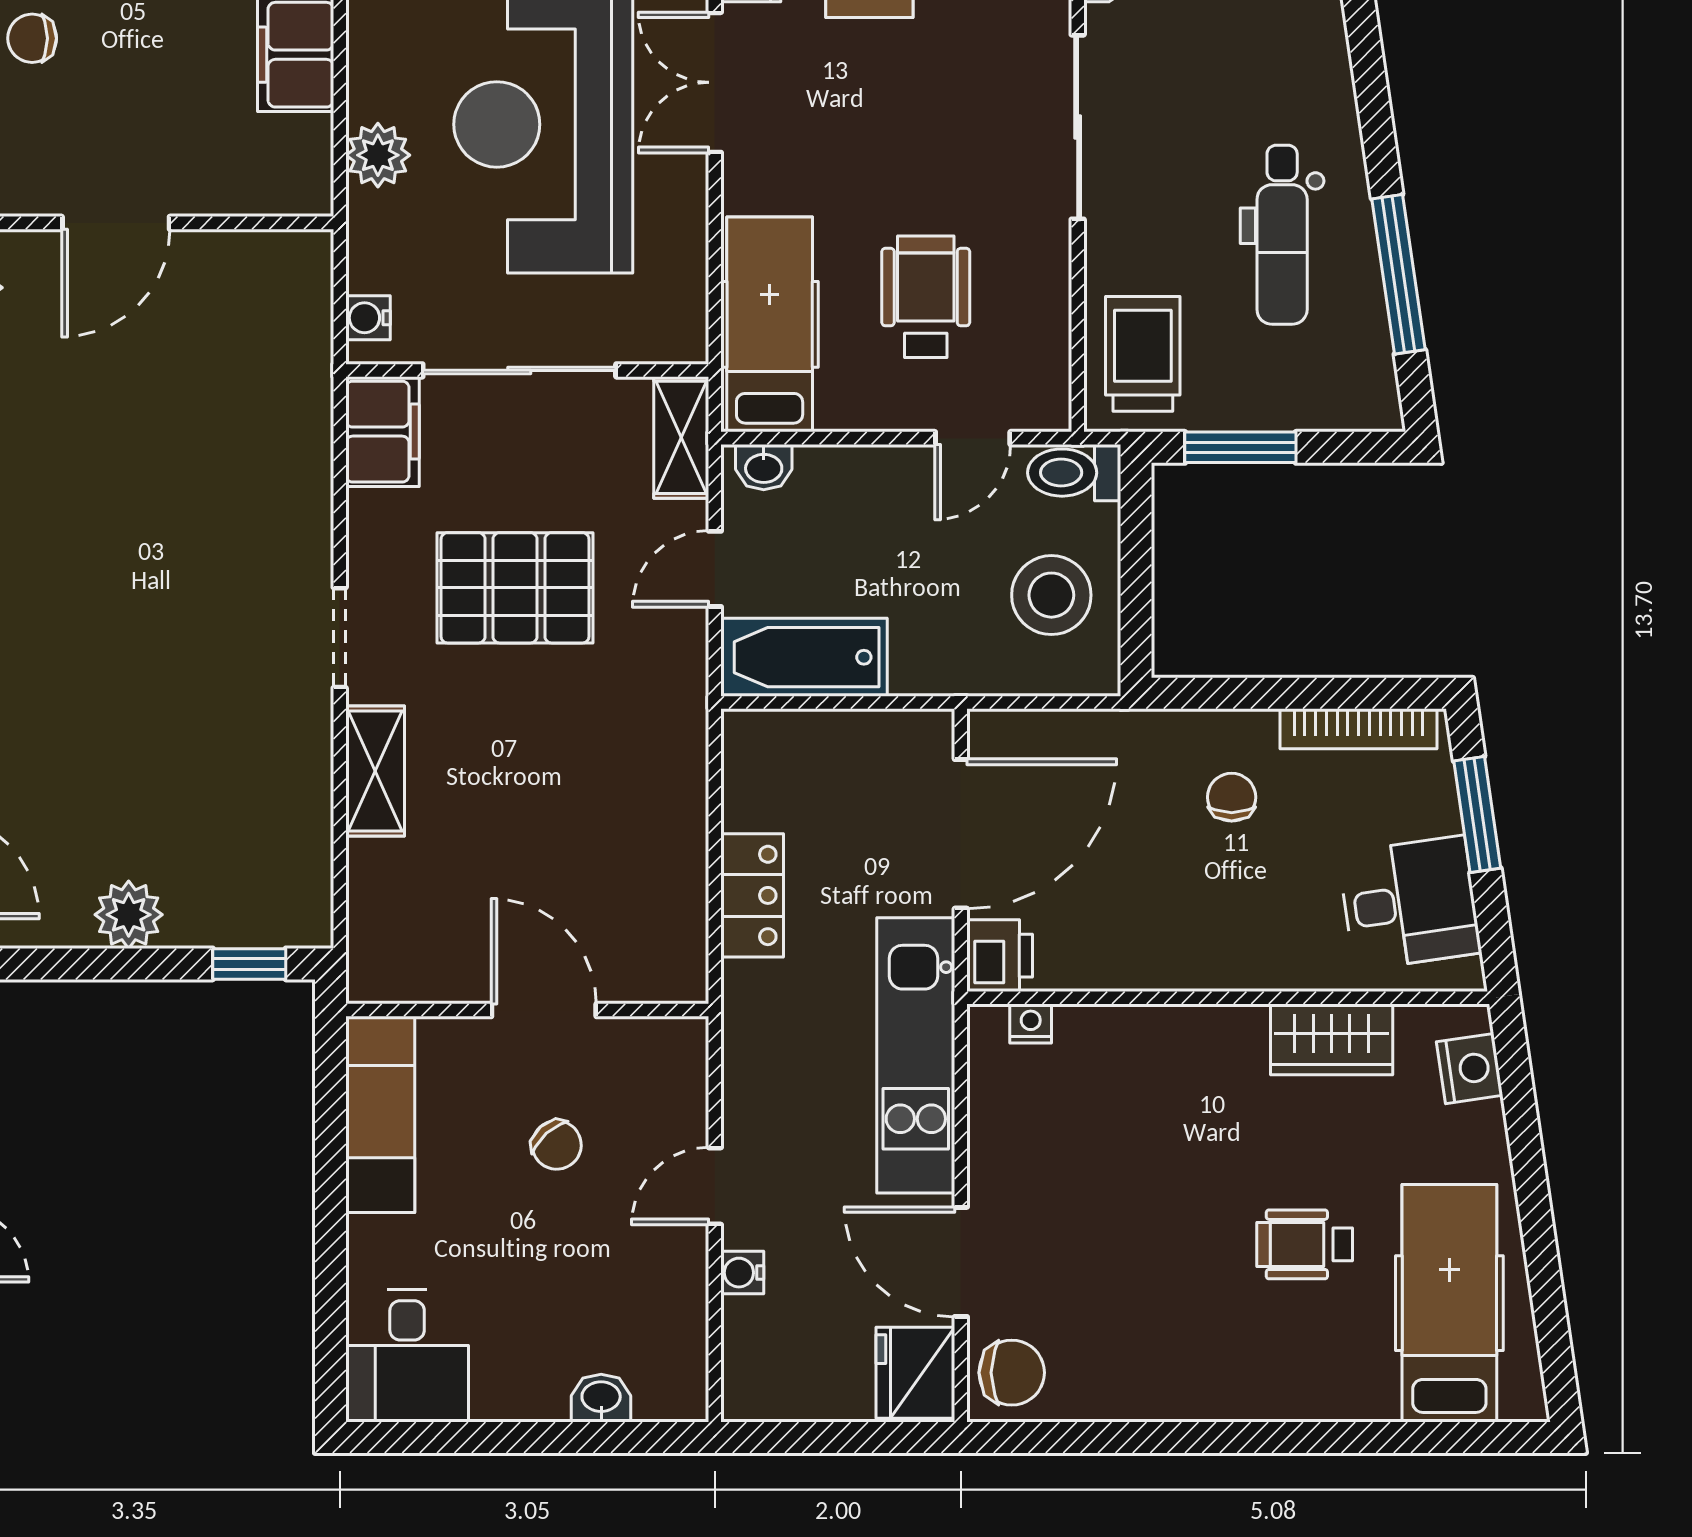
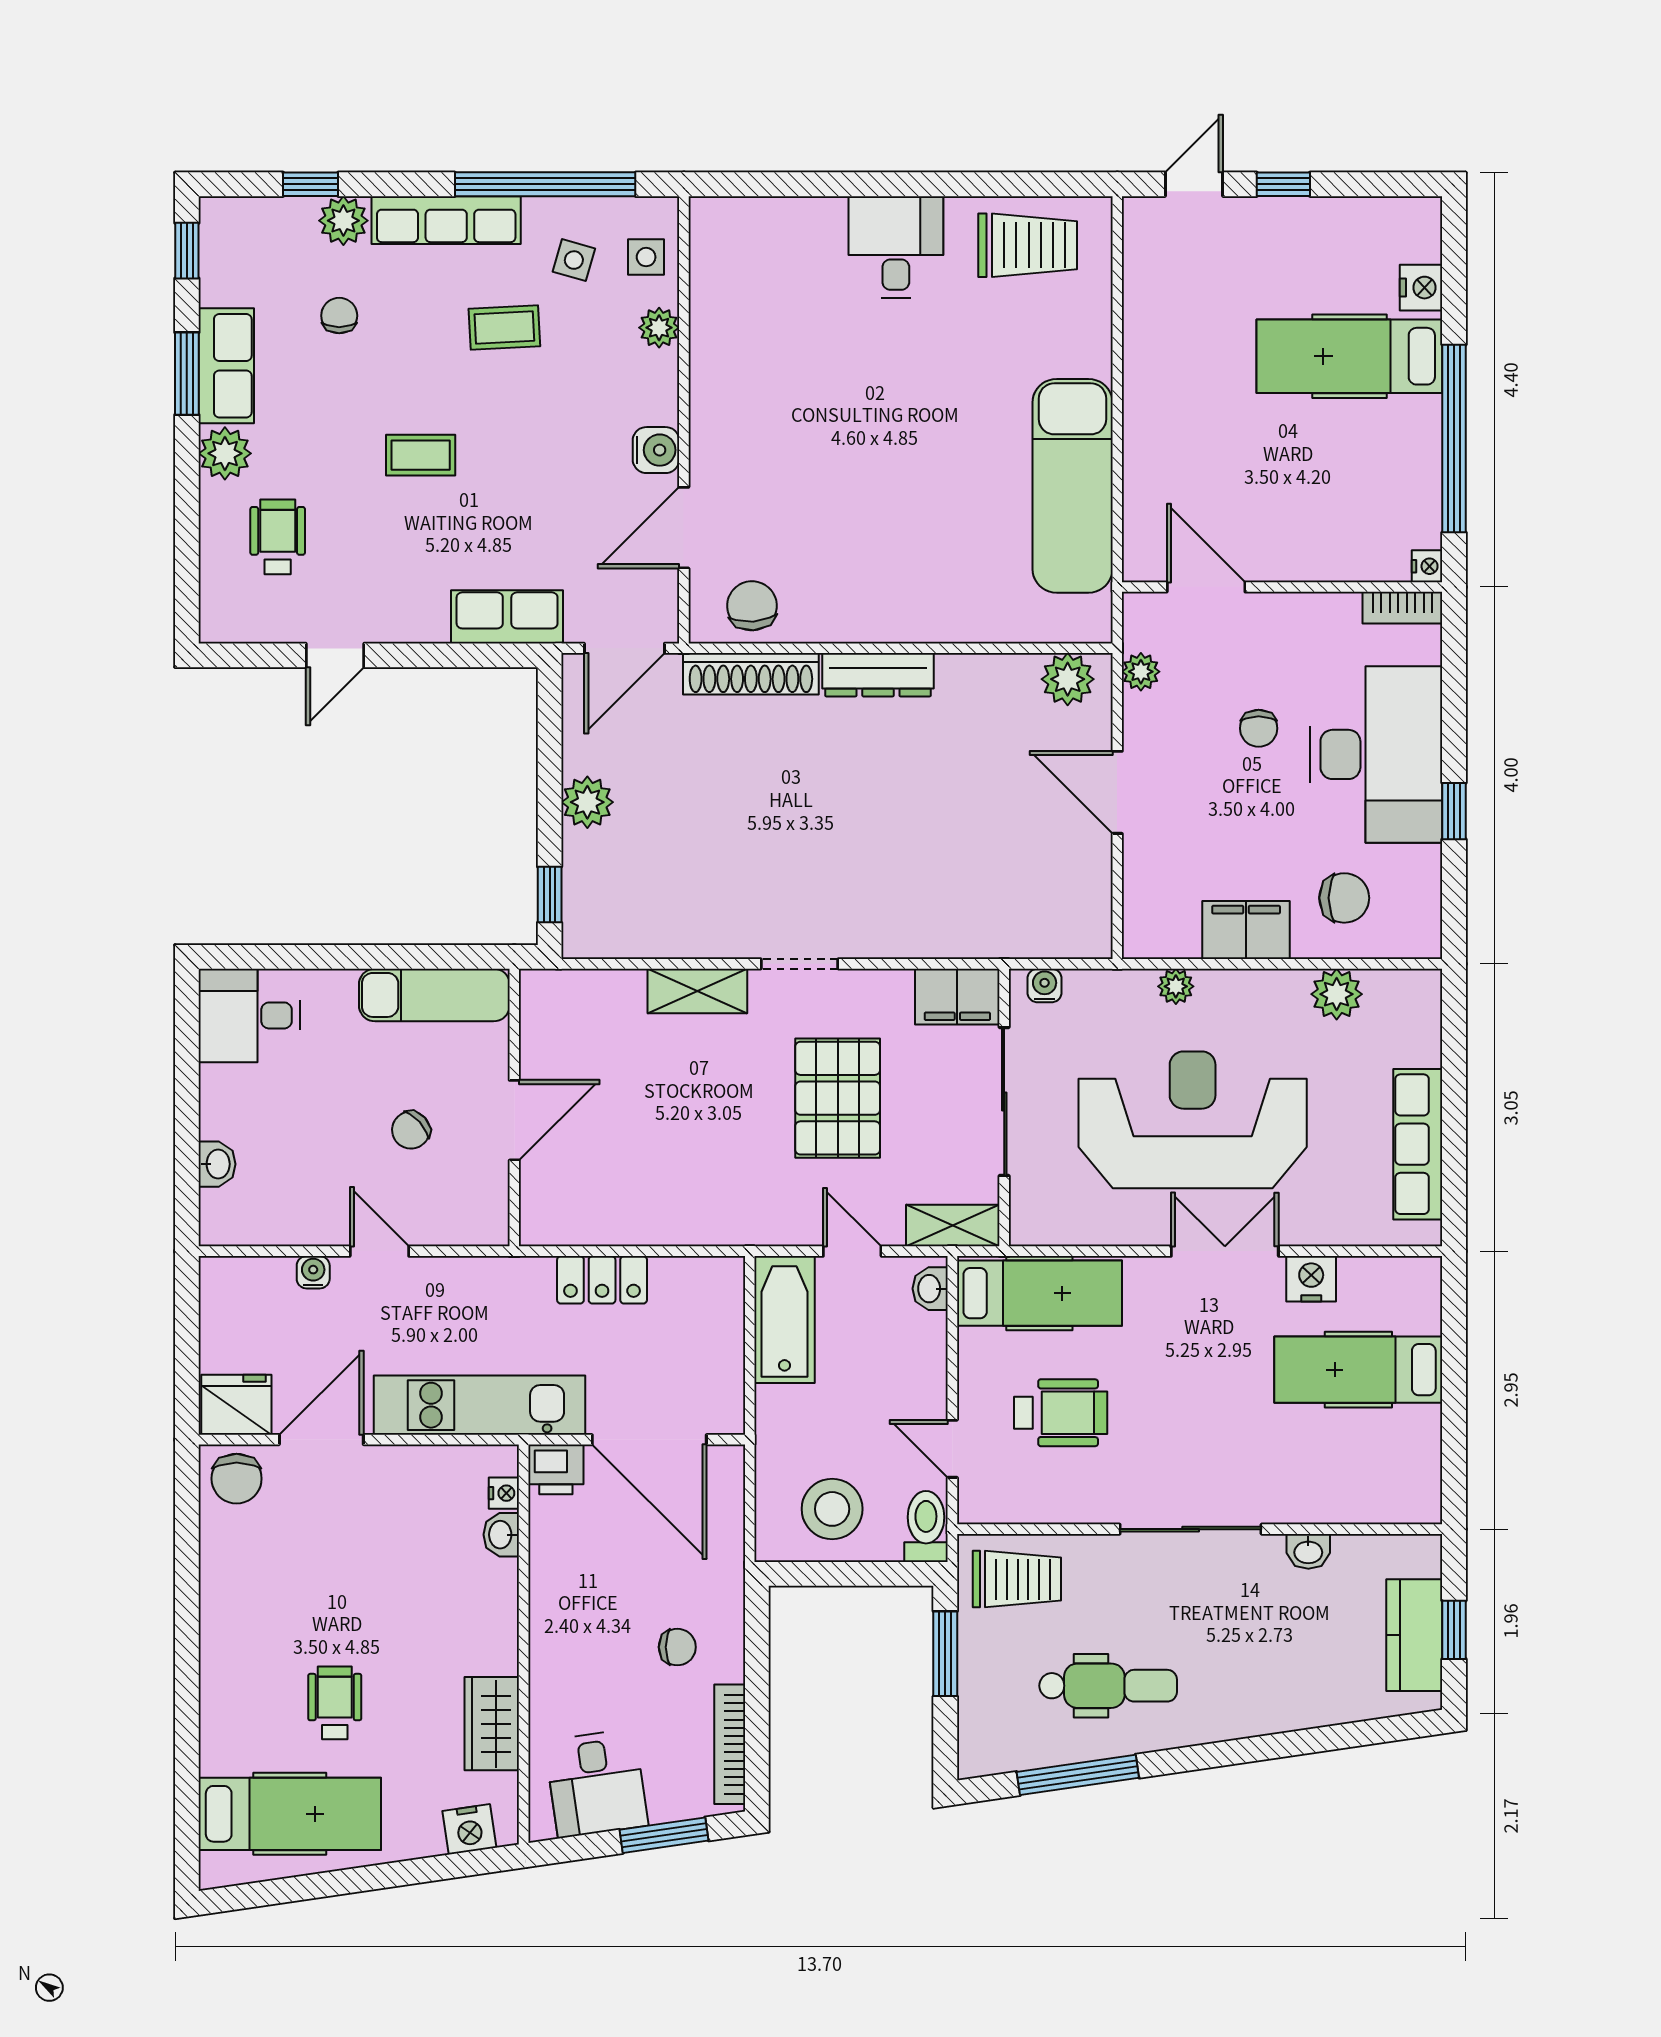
chair: (32, 38) -> (1259, 728), turned 180
plant: (378, 155) -> (1176, 986), width x0.73, depth x0.73
dental chair: (1282, 235) -> (1108, 1686), turned 180
washbasin: (1085, 1027) -> (501, 1535), added

